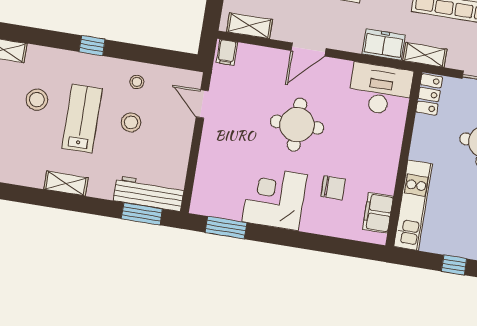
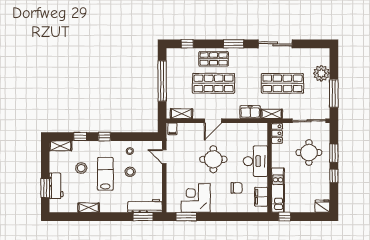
window: (45, 38) -> (80, 137), added
desk: (380, 89) -> (255, 161), moved, turned 90
shelving: (66, 183) -> (89, 208), moved
corner desk: (275, 198) -> (196, 198), moved
window: (454, 265) -> (285, 217), moved

